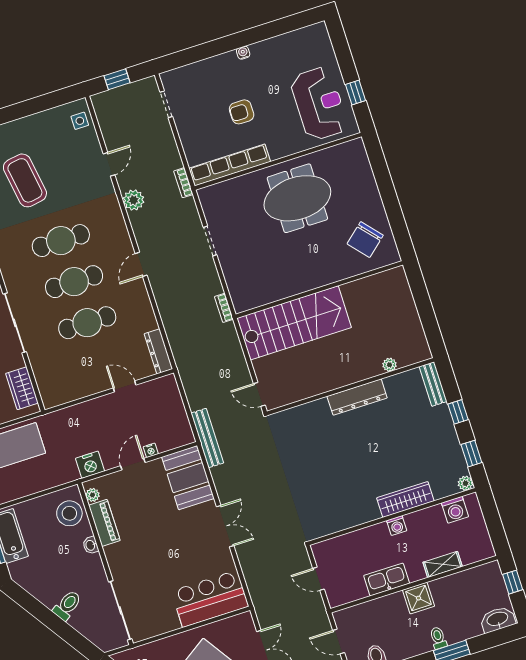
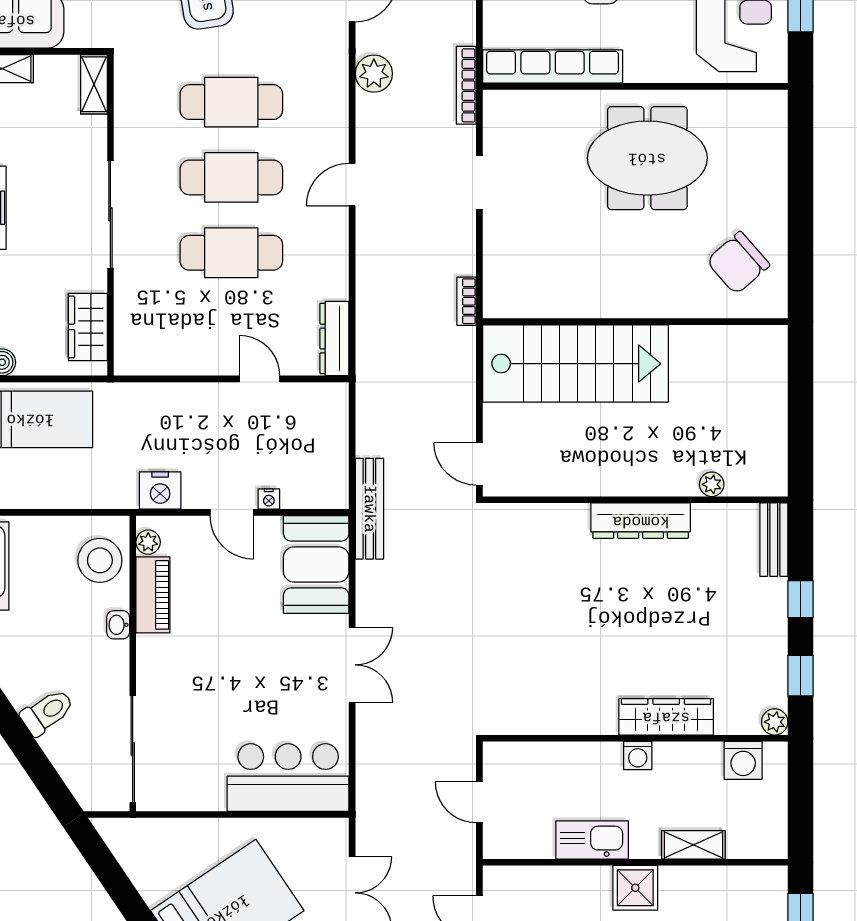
bookcase: (183, 183) -> (466, 85), width x1.56
door: (133, 464) -> (232, 512), swing flipped

